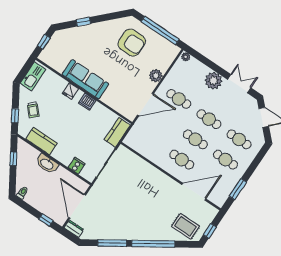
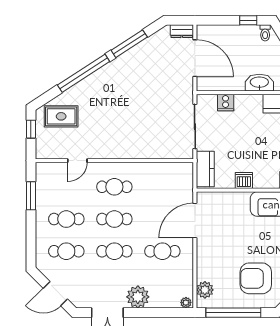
plant: (156, 76) -> (205, 290), moved
dishwasher: (87, 102) -> (244, 181), moved
door: (194, 192) -> (77, 161), width x0.53
window: (46, 220) -> (248, 20), moved

